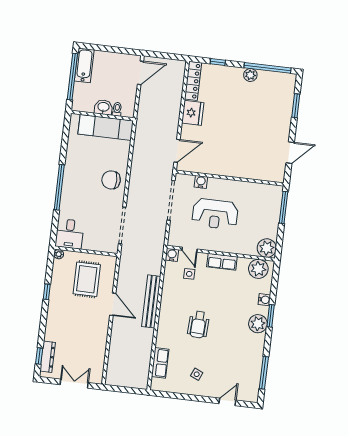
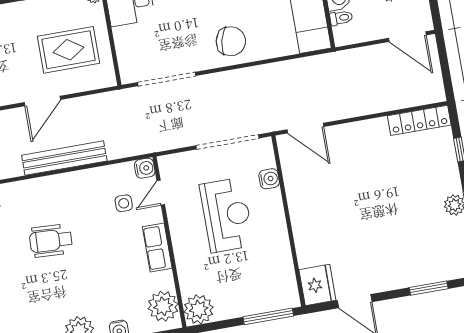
fridge: (193, 113) -> (317, 285), moved, turned -90
chair: (111, 180) -> (231, 41), turned 103
reception desk: (215, 214) -> (227, 215), turned 180

